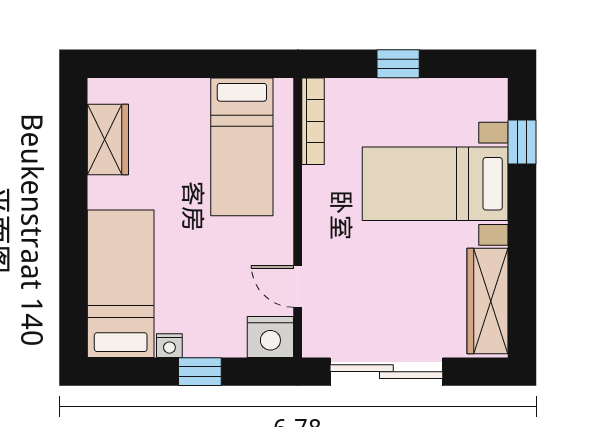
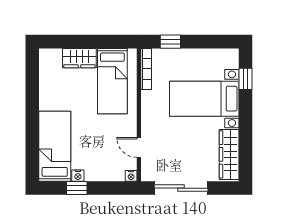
window: (398, 64) -> (170, 42), moved
wardrobe: (108, 139) -> (79, 58), moved, turned 90
nightstand: (270, 337) -> (131, 176), width x0.53, depth x0.56
window: (200, 372) -> (77, 188), moved

